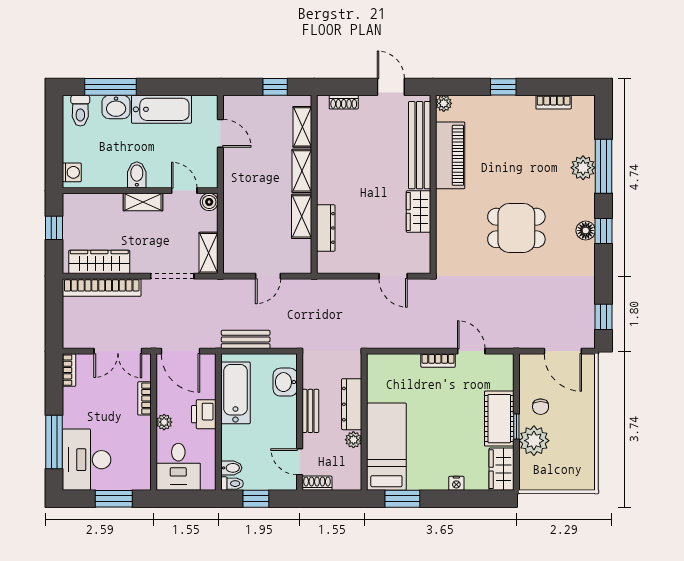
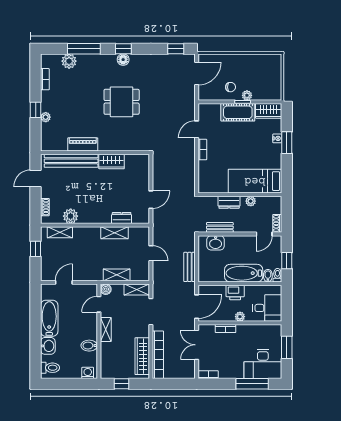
window: (110, 87) -> (36, 349), removed
plant: (444, 103) -> (46, 117), moved
plant: (329, 144) -> (71, 216), added
piano: (450, 155) -> (83, 144), width x0.73, depth x0.75
plant: (583, 168) -> (69, 61), moved
shelving: (302, 171) -> (117, 275), moved
bidet: (137, 175) -> (89, 346), moved
dresser: (326, 228) -> (122, 218), width x0.70
dining table: (516, 228) -> (122, 102), turned 90
door: (393, 276) -> (151, 200), moved
double door: (118, 351) -> (197, 345), swing flipped
bathtub: (235, 393) -> (244, 273), moved
dresser: (352, 404) -> (229, 202), width x0.70
bench: (310, 411) -> (220, 227), moved
plant: (534, 441) -> (247, 95), width x0.53, depth x0.53
window: (402, 499) -> (287, 143), moved

